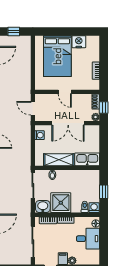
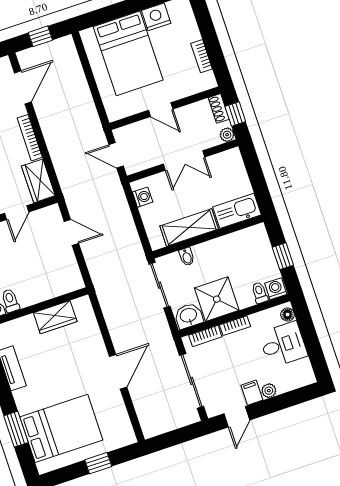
double door: (68, 123) -> (184, 160), width x0.73

